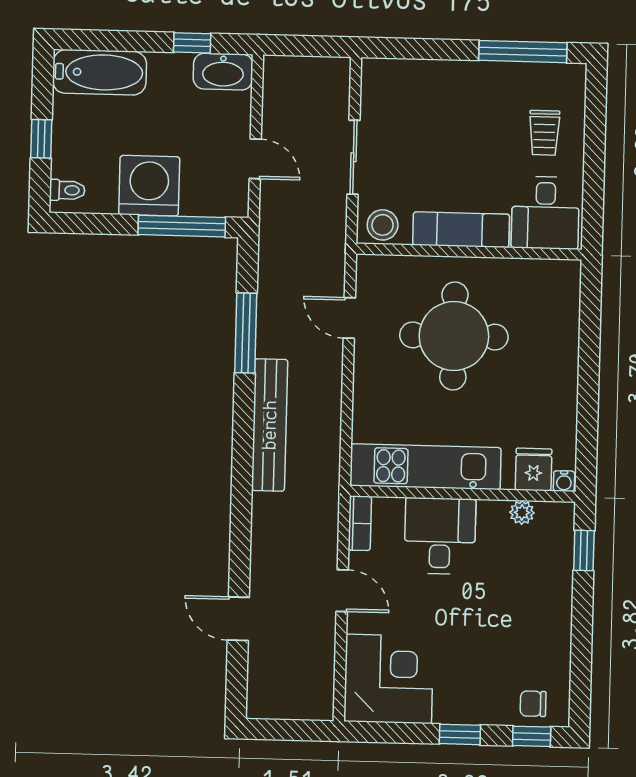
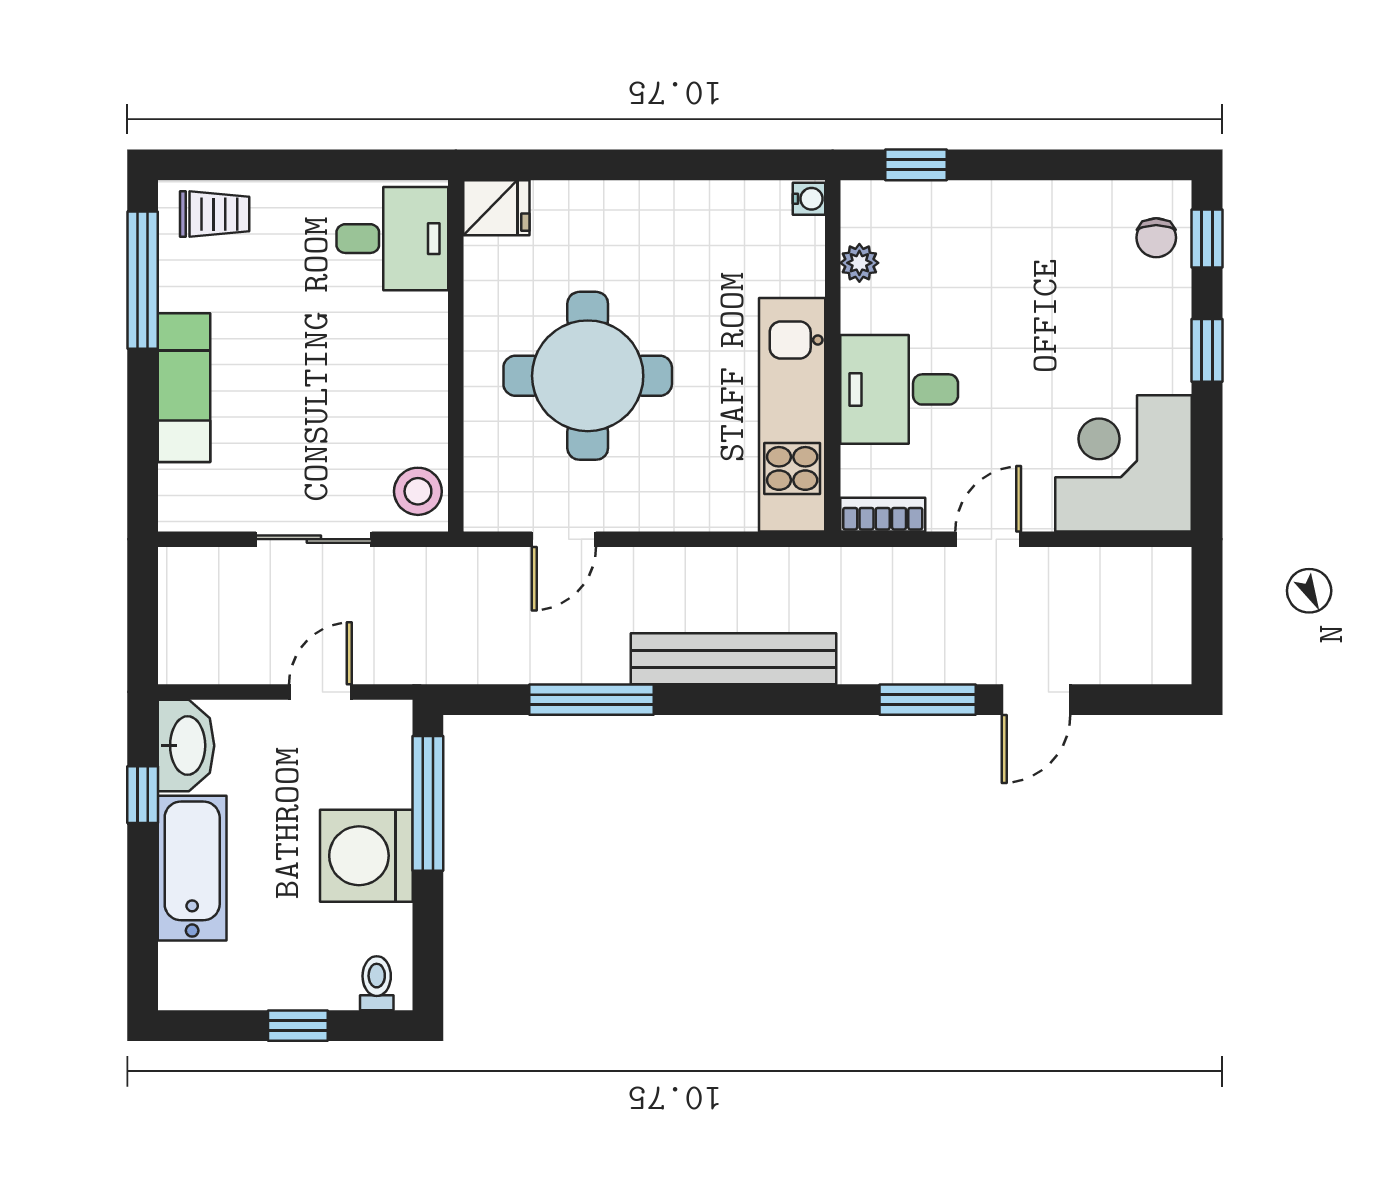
bathtub: (99, 72) -> (192, 868), moved
trolley: (544, 133) -> (215, 214), moved
exam couch: (461, 230) -> (184, 388), moved, turned 180
fridge: (534, 470) -> (496, 208), moved, turned 180
window: (240, 549) -> (928, 700), added

